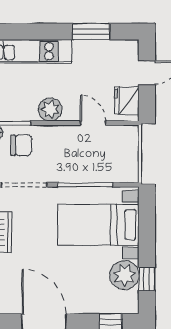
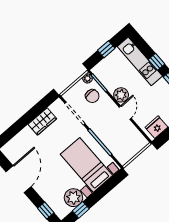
window: (48, 31) -> (157, 62), added
door: (93, 123) -> (125, 113), moved

